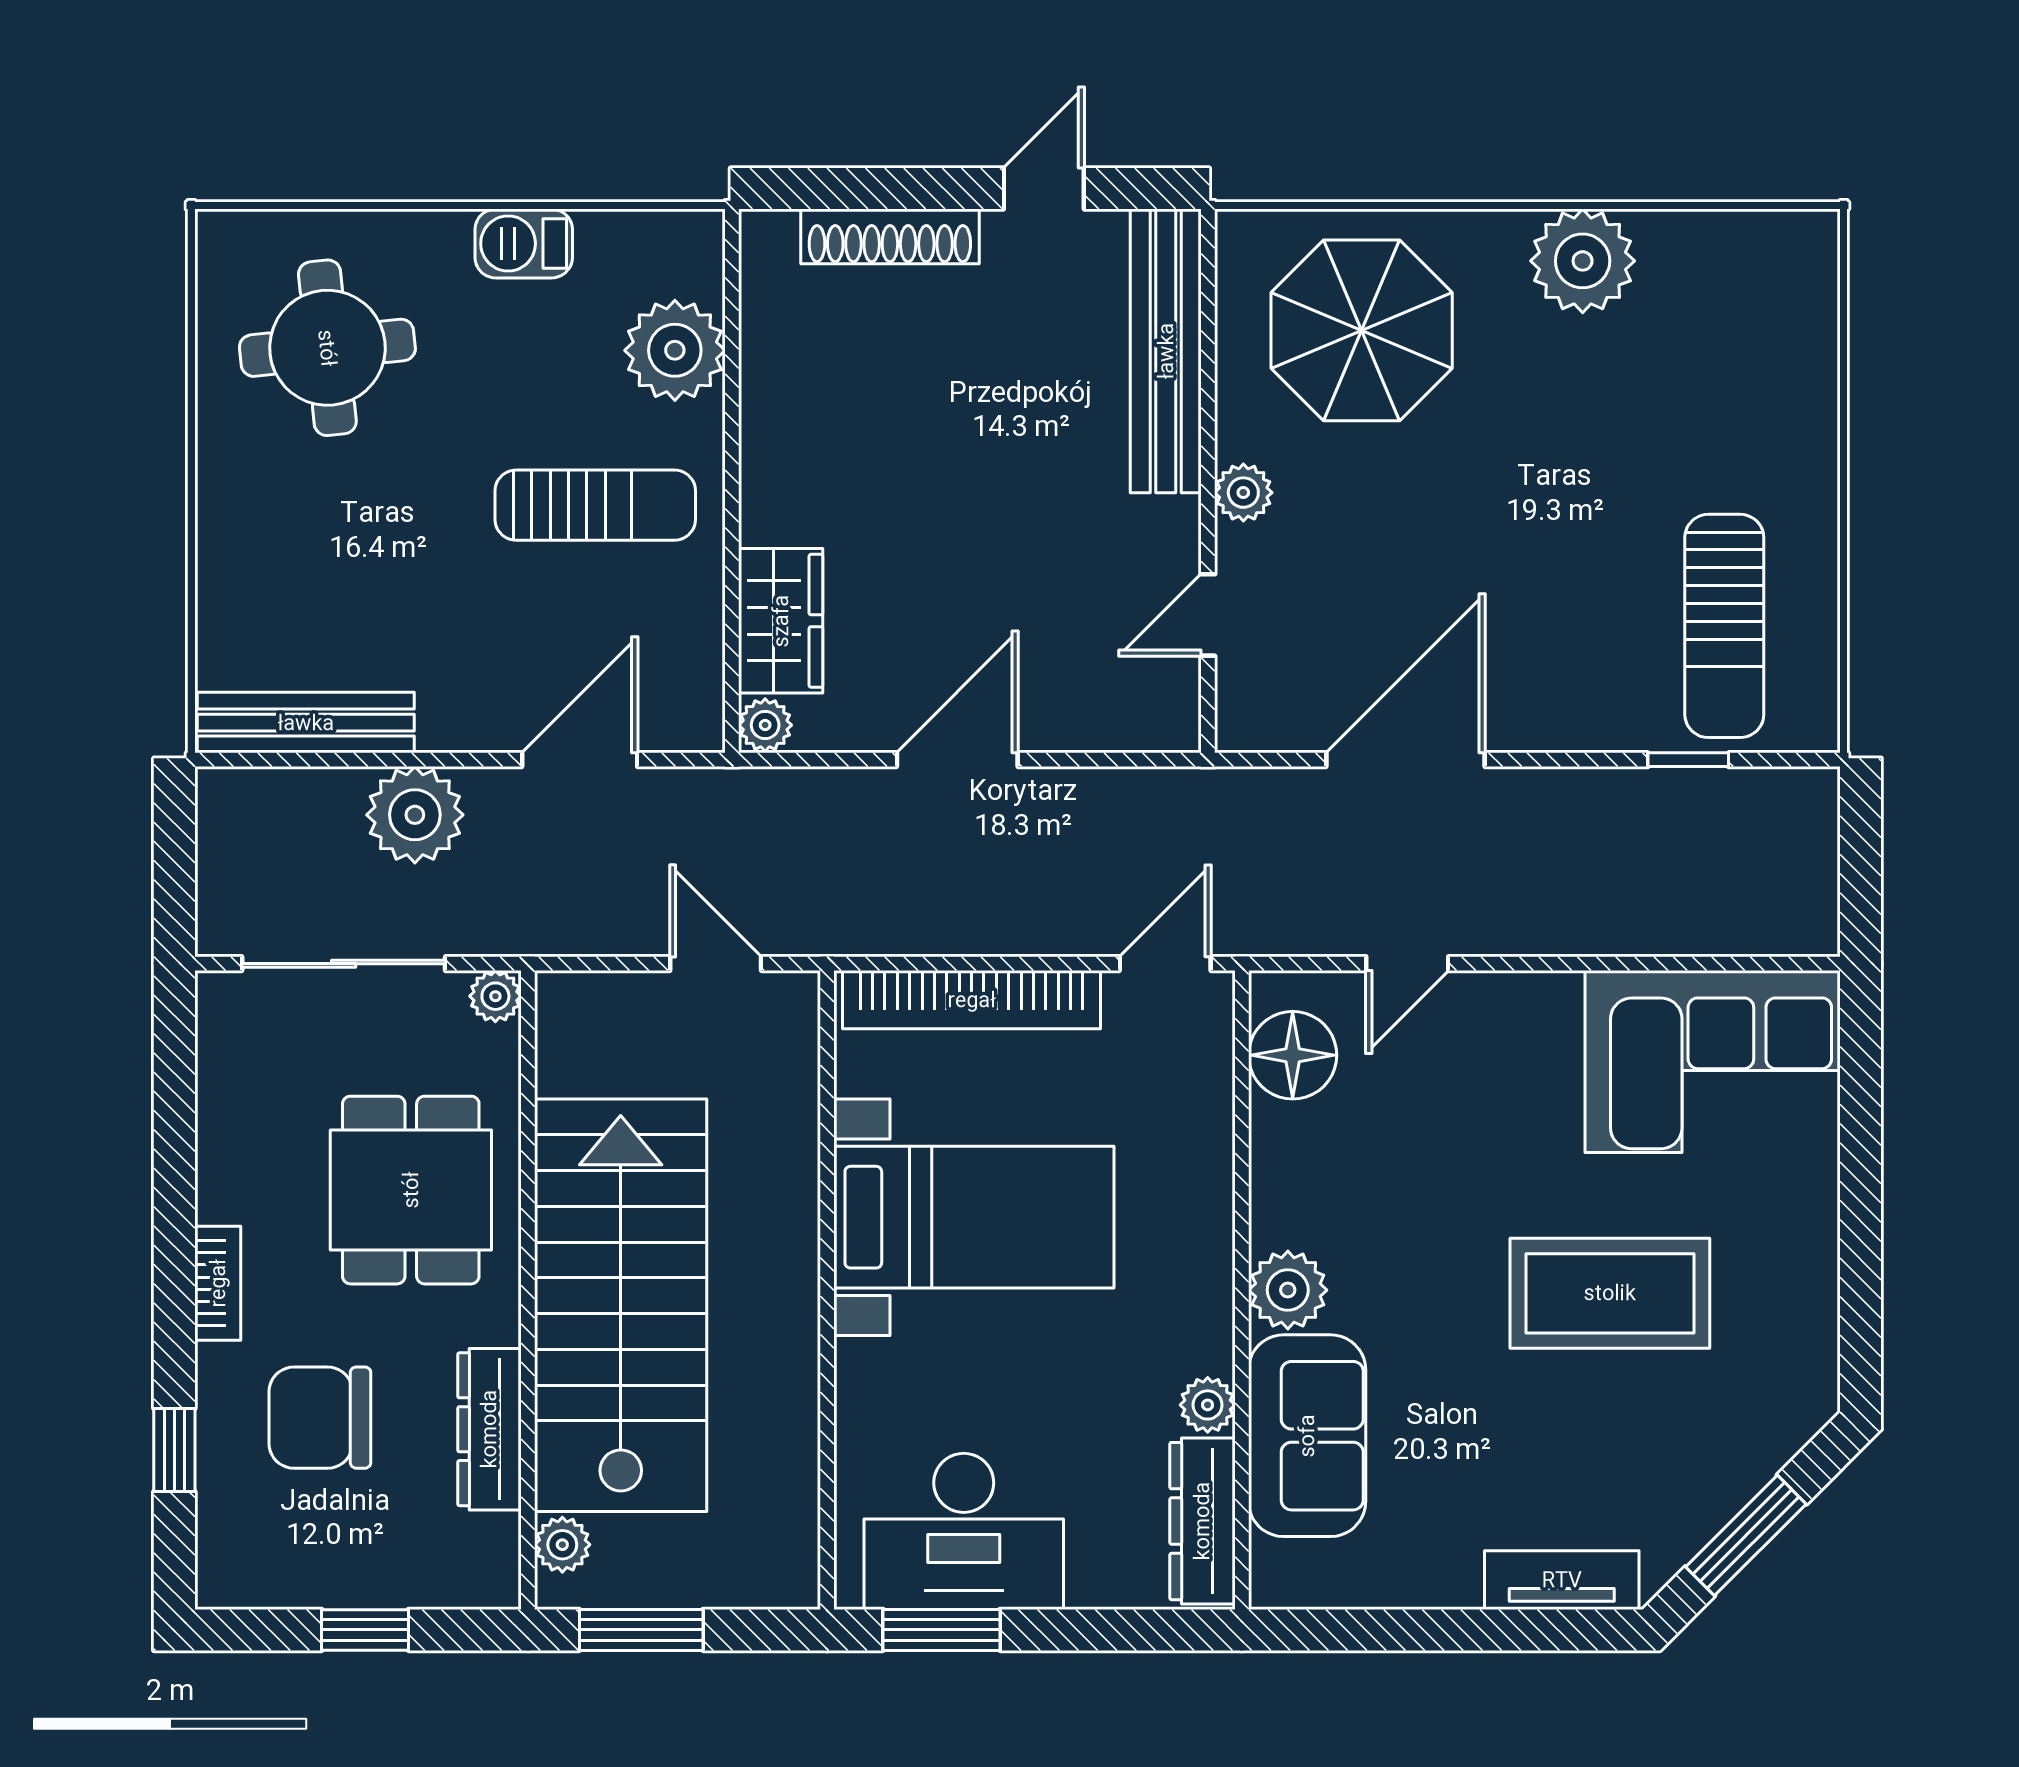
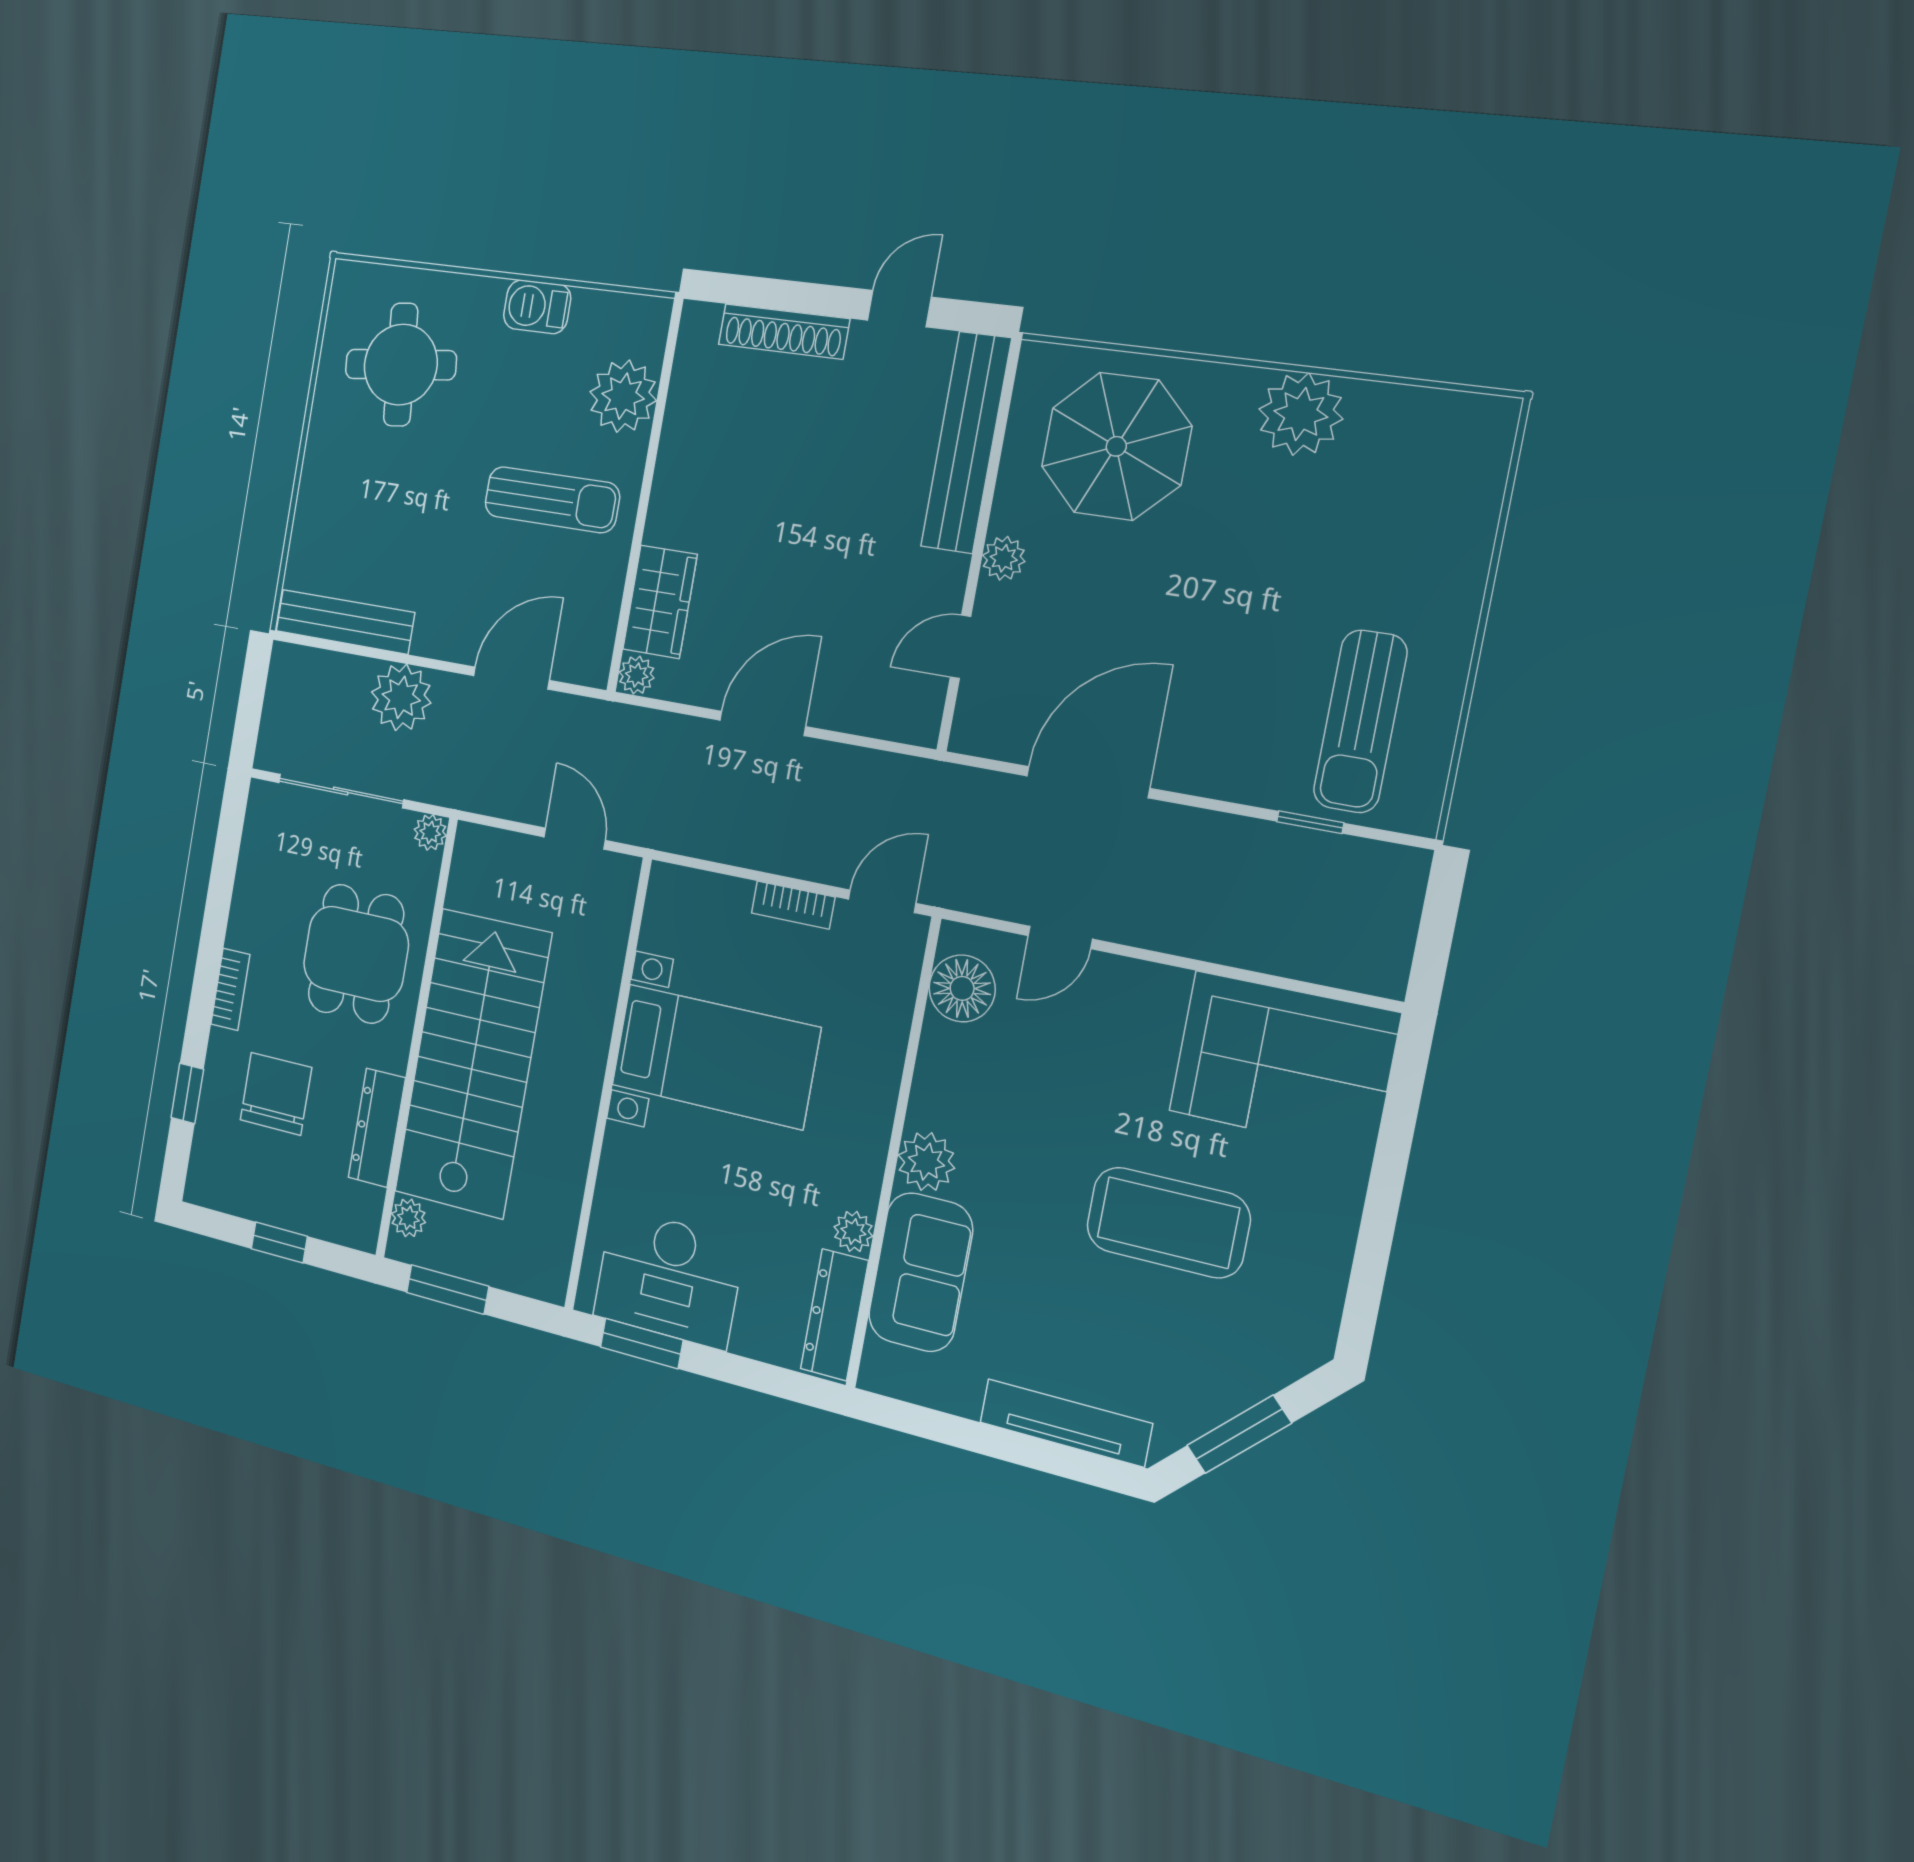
bookcase: (972, 1000) -> (793, 905), width x0.43, depth x0.76
chair: (320, 1418) -> (276, 1094), turned 90
tv unit: (1562, 1580) -> (1066, 1423), width x1.41

